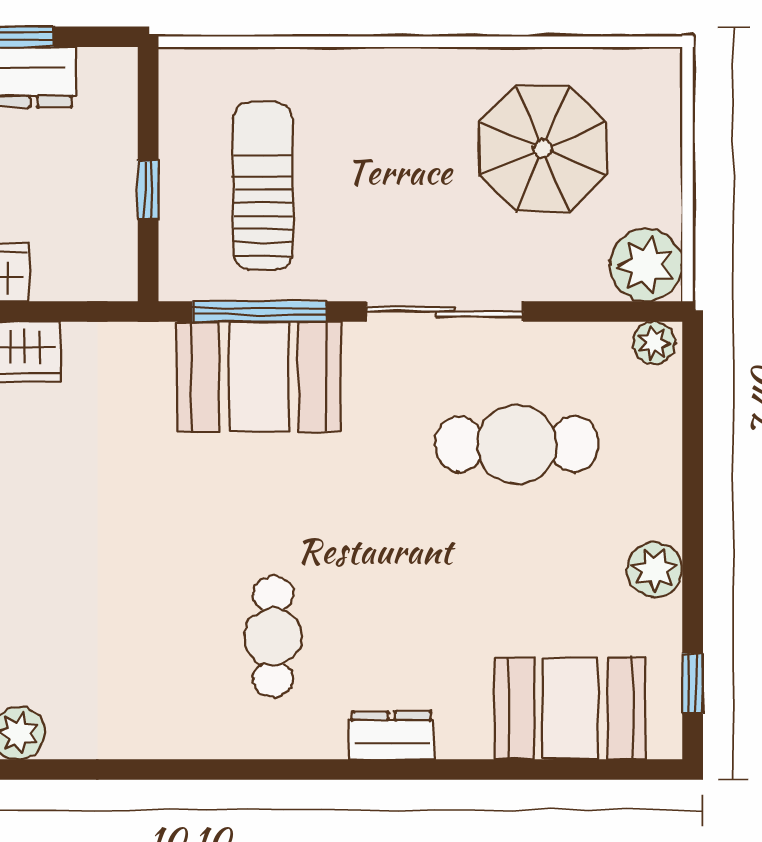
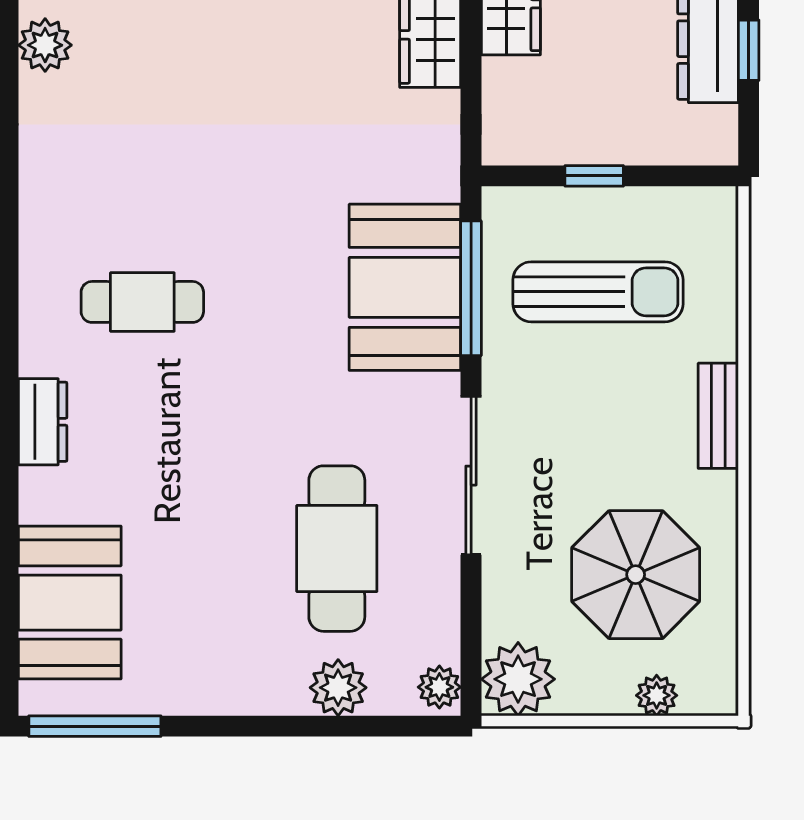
bench: (386, 67) -> (718, 416), added
plant: (662, 128) -> (657, 695), added
plant: (655, 570) -> (338, 688), moved
window: (693, 684) -> (95, 726), width x2.17

